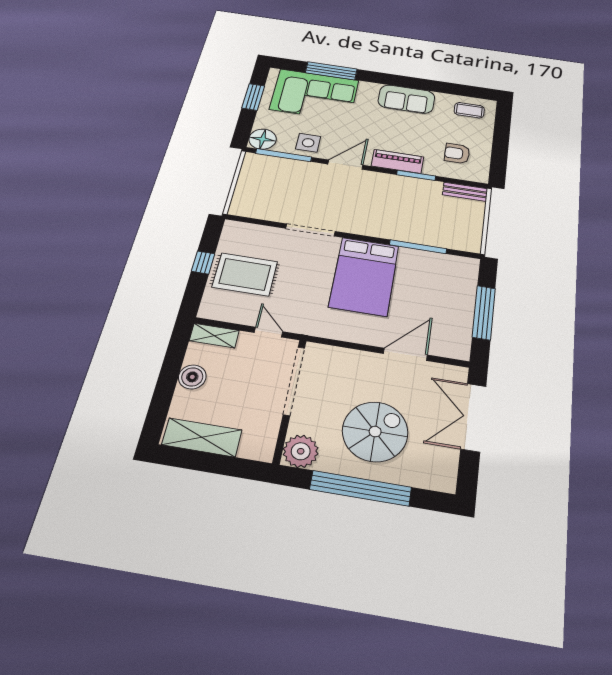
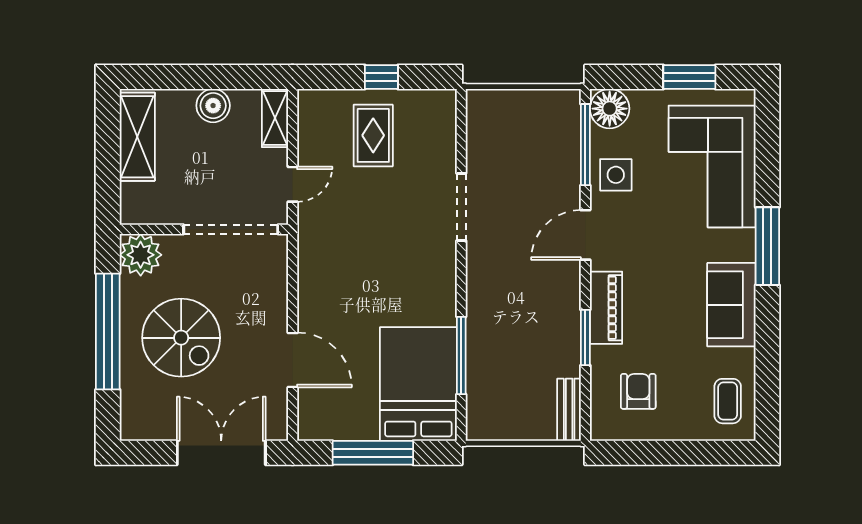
window: (331, 71) -> (767, 246), moved
door: (345, 165) -> (585, 235), swing flipped
rug: (245, 274) -> (373, 135), width x0.73, depth x0.70
bed: (364, 276) -> (418, 384), moved, turned 90

